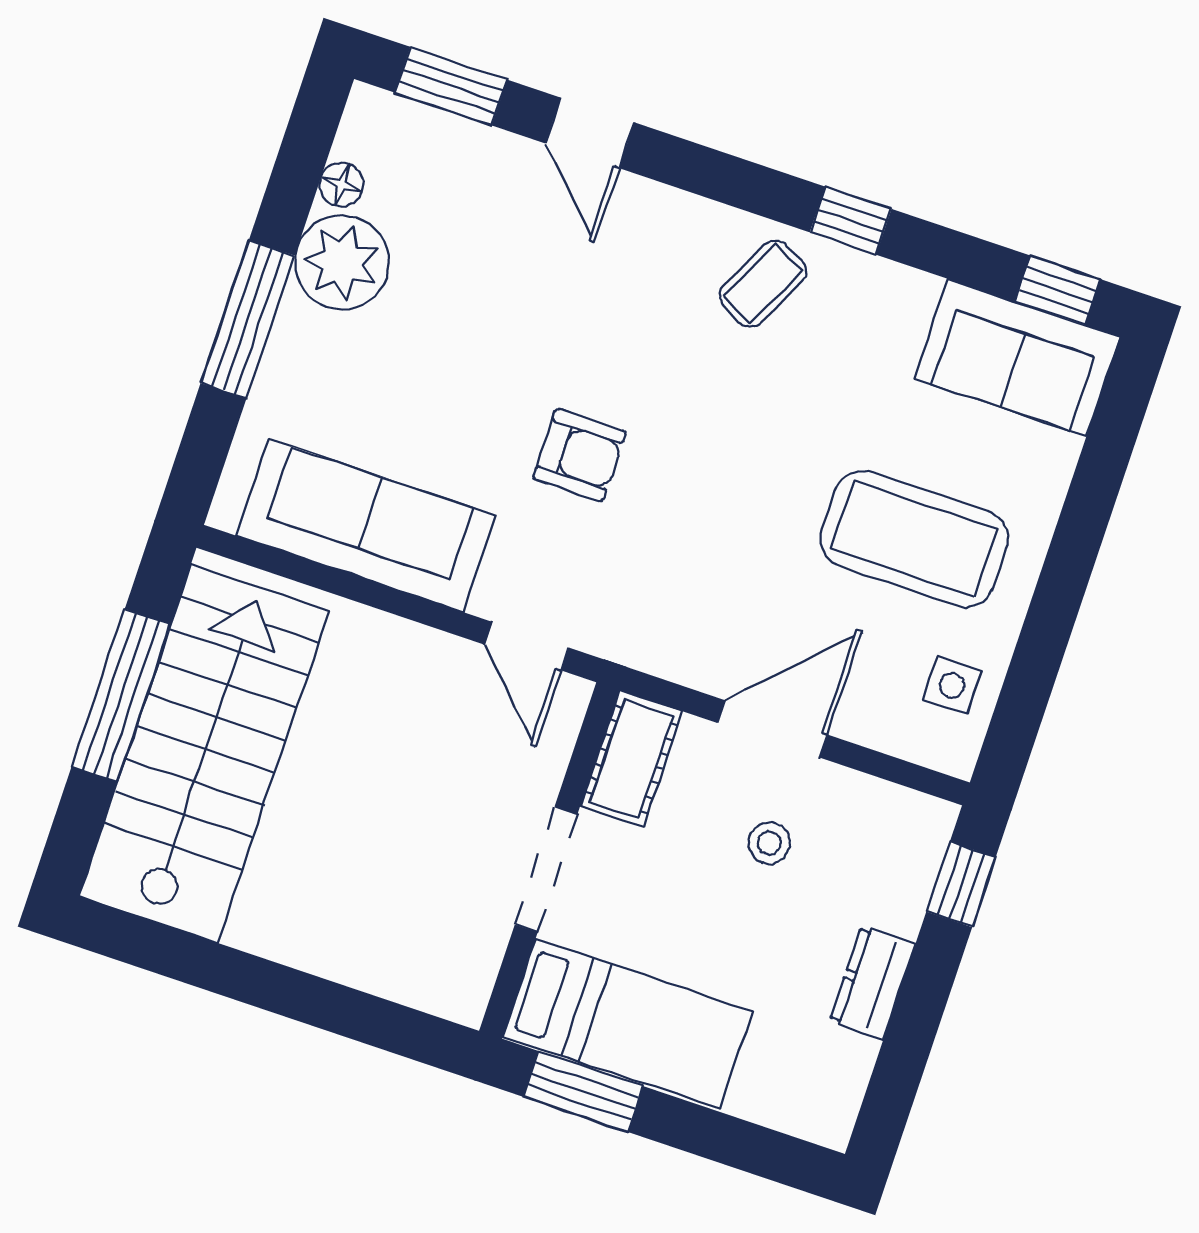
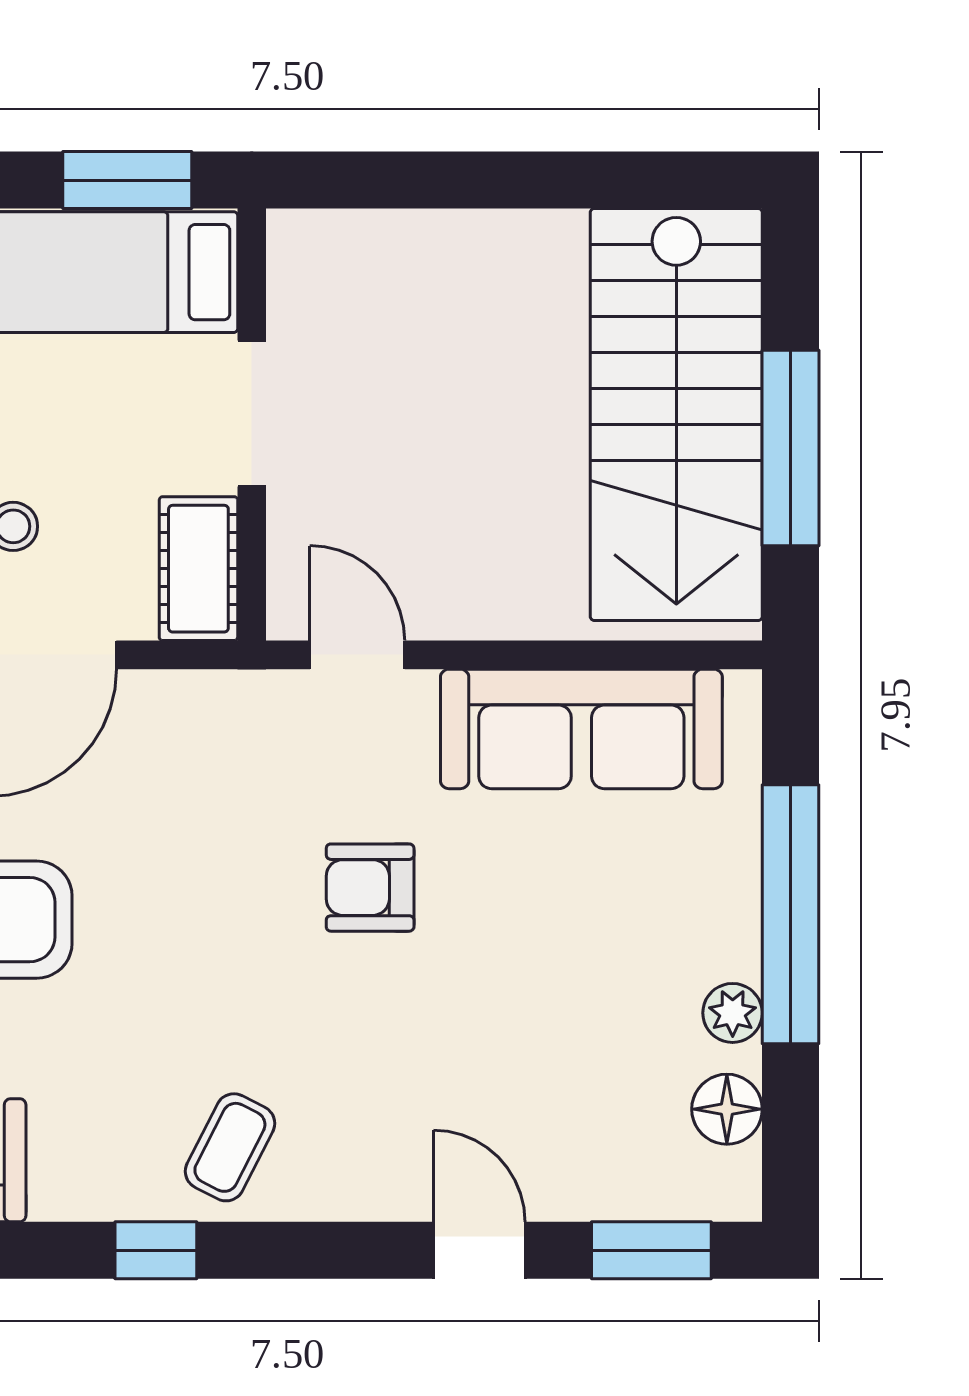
floor lamp: (342, 184) -> (727, 1109), width x1.37, depth x1.37
plant: (342, 263) -> (733, 1013), width x0.53, depth x0.53
window: (248, 319) -> (790, 914), width x1.46

